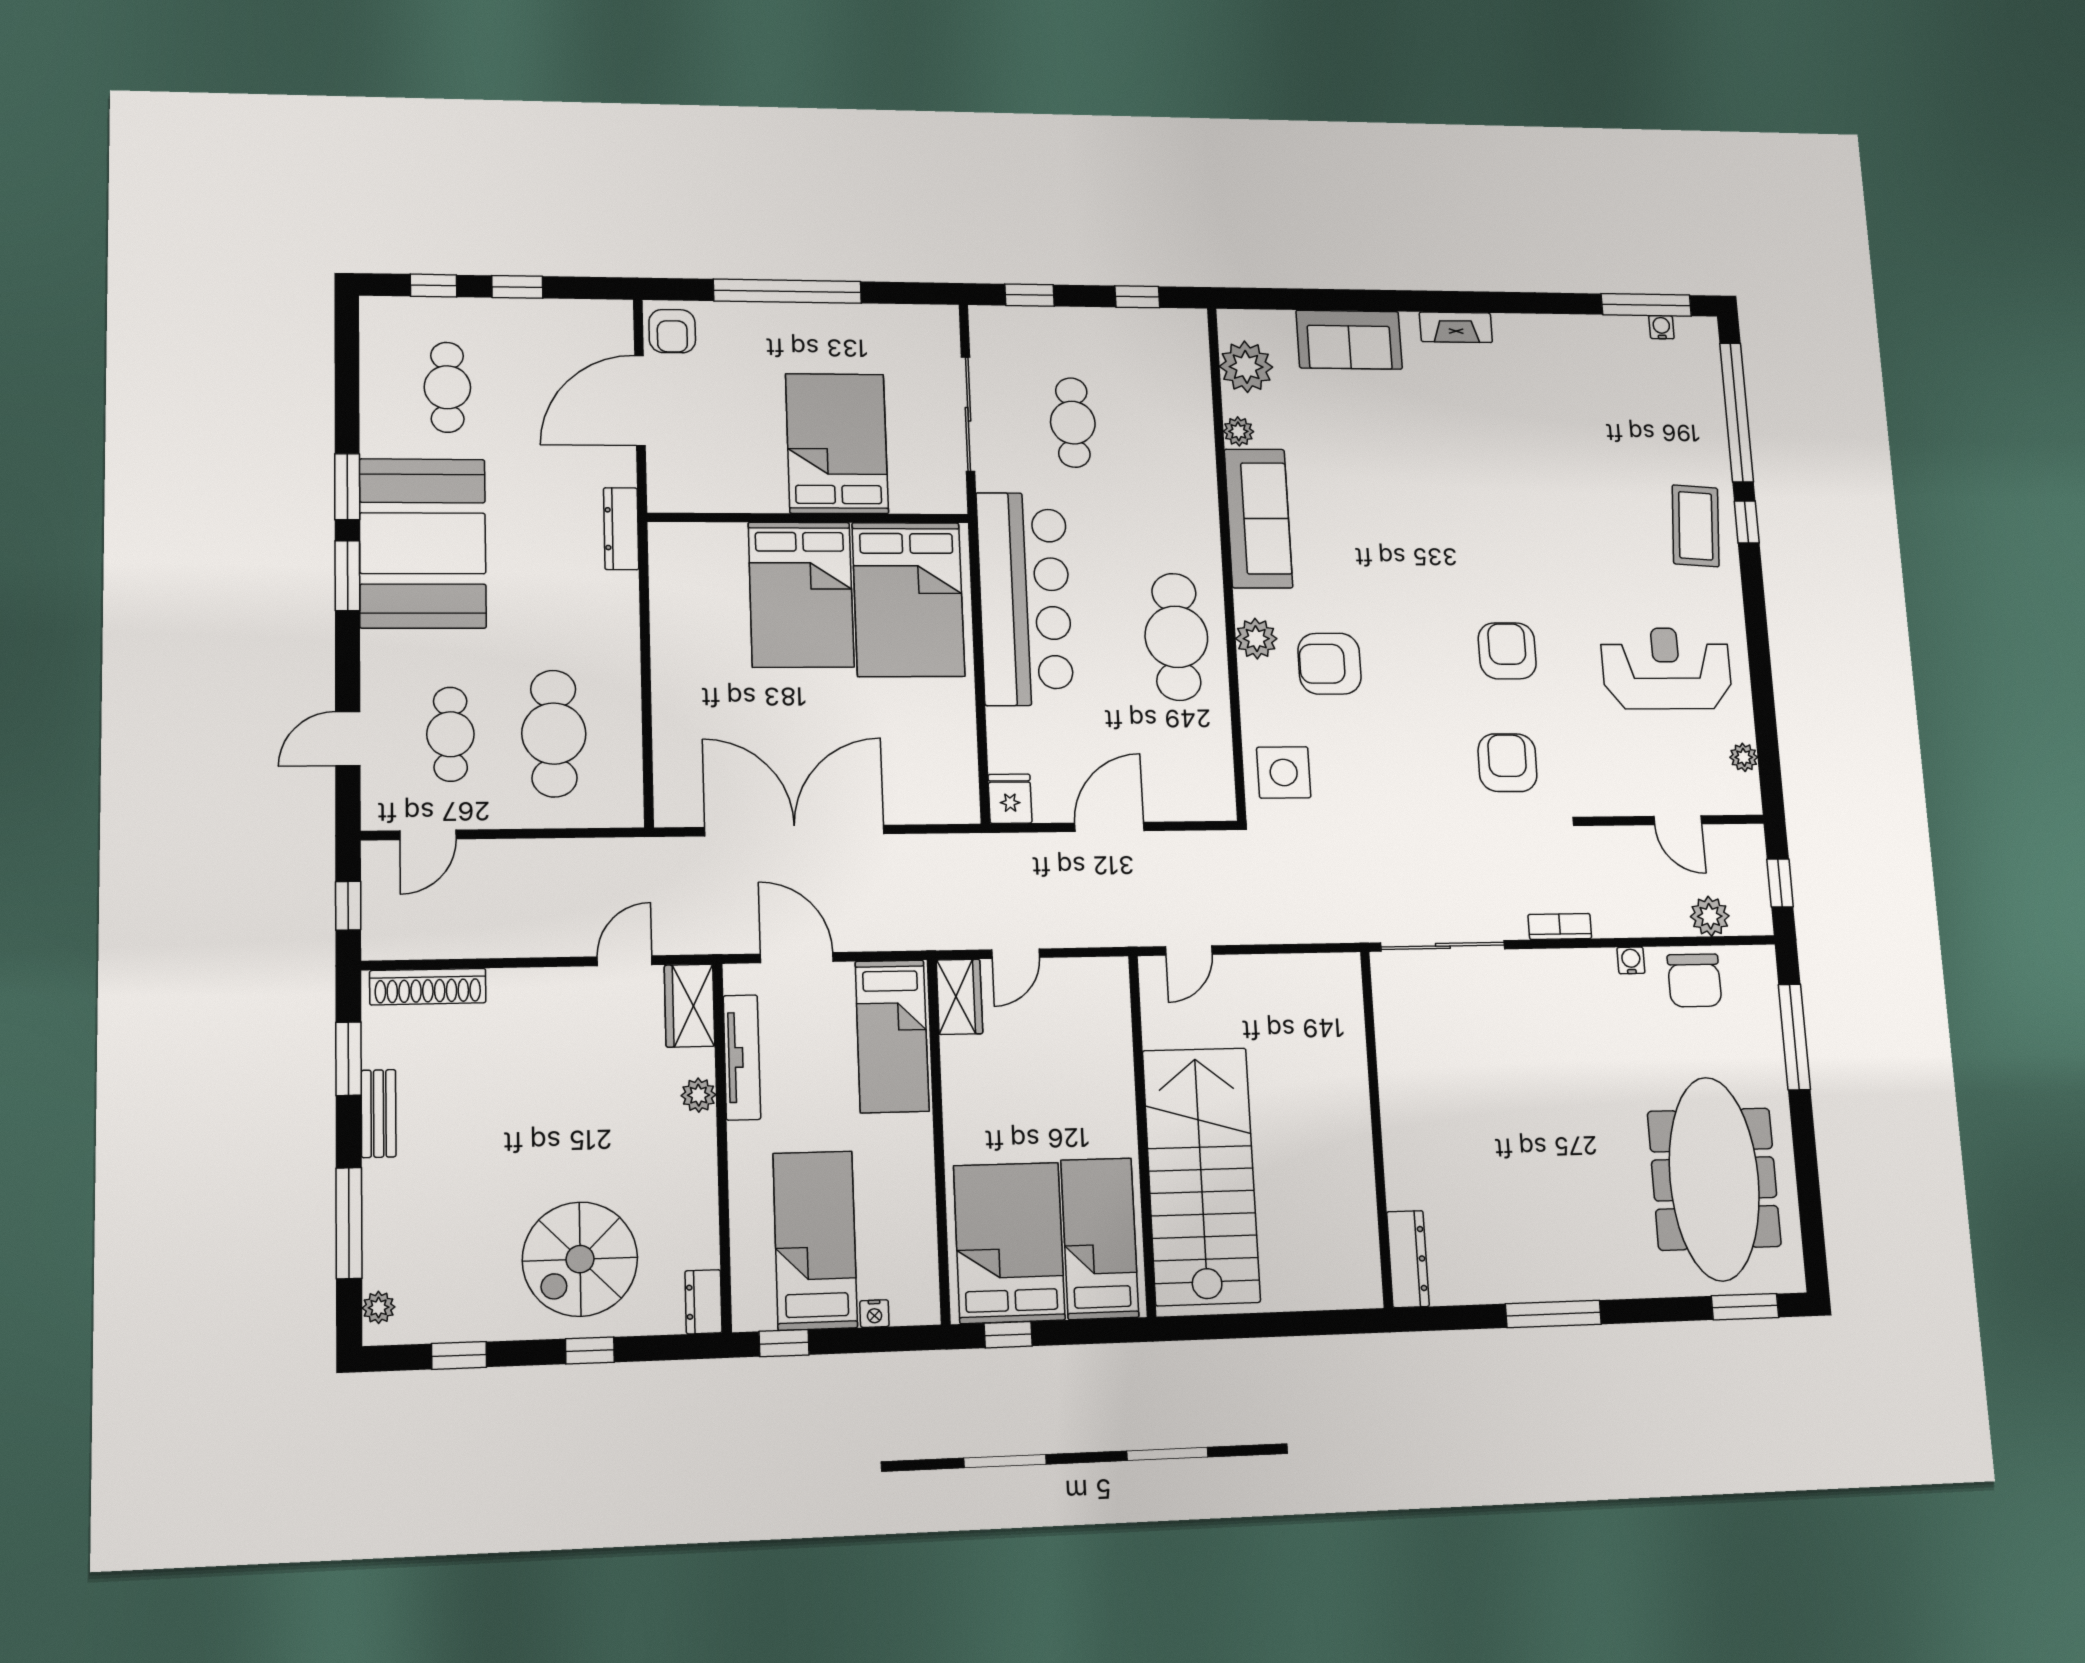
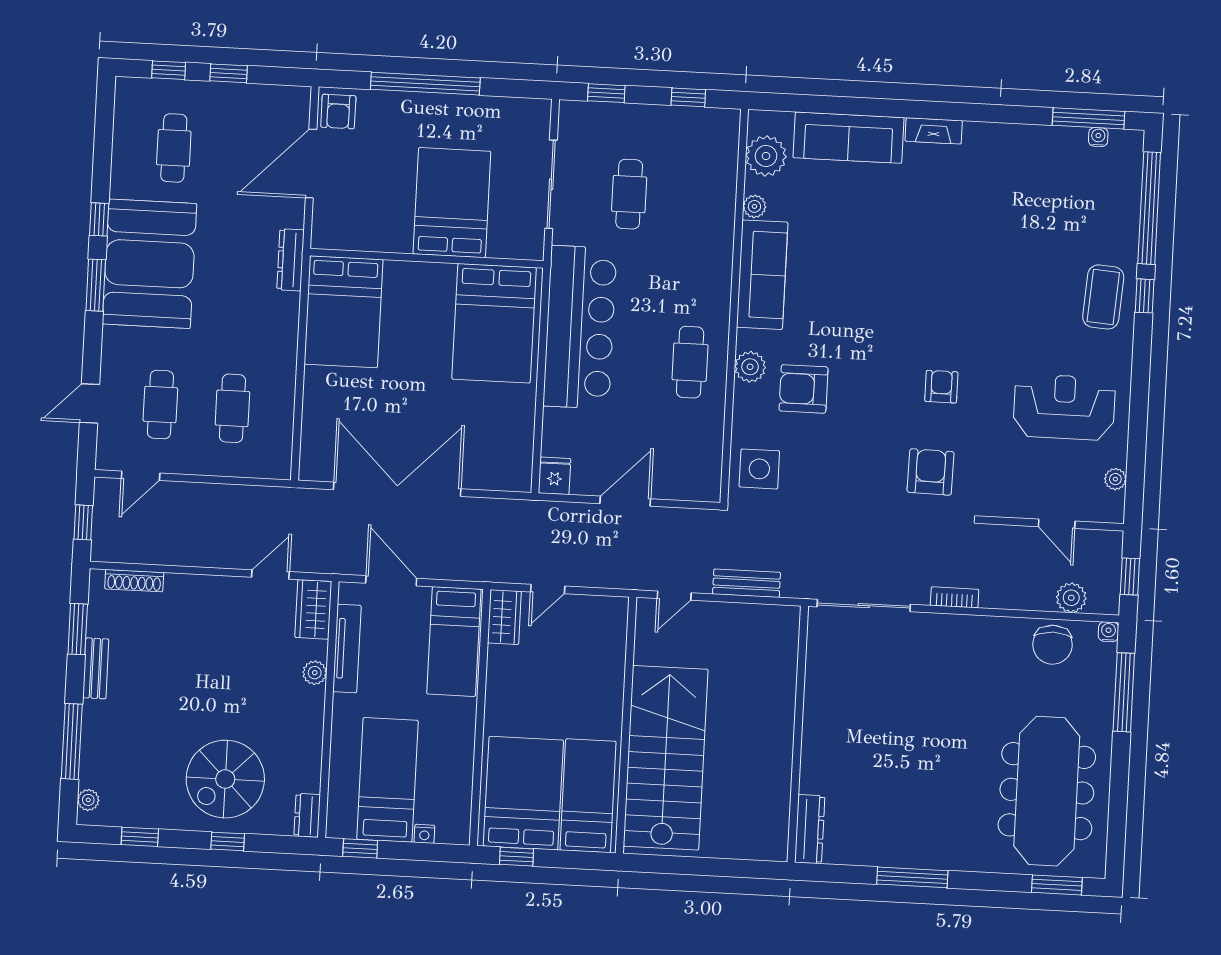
sofa: (1349, 340) -> (848, 138), width x1.36
window: (347, 487) -> (99, 219), width x0.67
bed: (801, 595) -> (343, 312), moved
cafe table: (1176, 637) -> (690, 362), width x0.73, depth x0.74
armchair: (1507, 651) -> (941, 387), width x0.72, depth x0.72
cafe table: (554, 734) -> (232, 408), width x0.73, depth x0.74
bench: (1284, 927) -> (747, 583), added
water cooler: (1631, 960) -> (1108, 632), moved
shoe rack: (428, 987) -> (134, 581), width x0.74, depth x0.81

